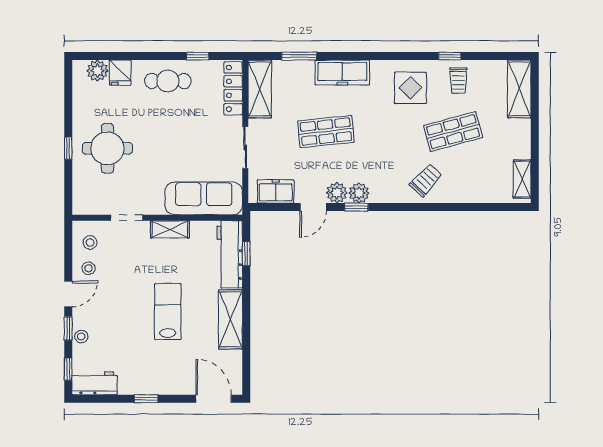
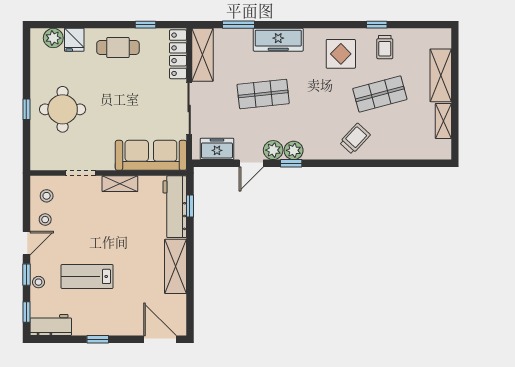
shelving: (519, 89) -> (441, 75), moved
sliding door: (245, 147) -> (189, 109), width x1.37
shelving: (522, 179) -> (443, 121), moved
lab bench: (168, 312) -> (87, 276), moved, turned -90

